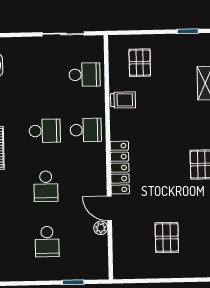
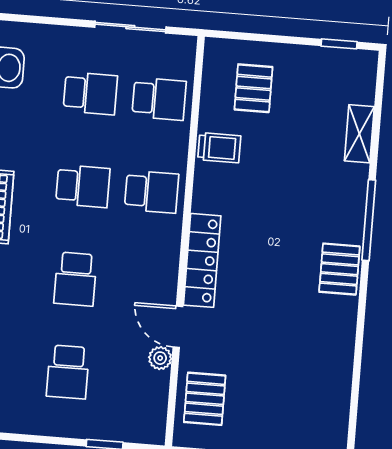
school desk: (44, 75) -> (90, 93), added
pallet: (167, 237) -> (205, 399), moved

